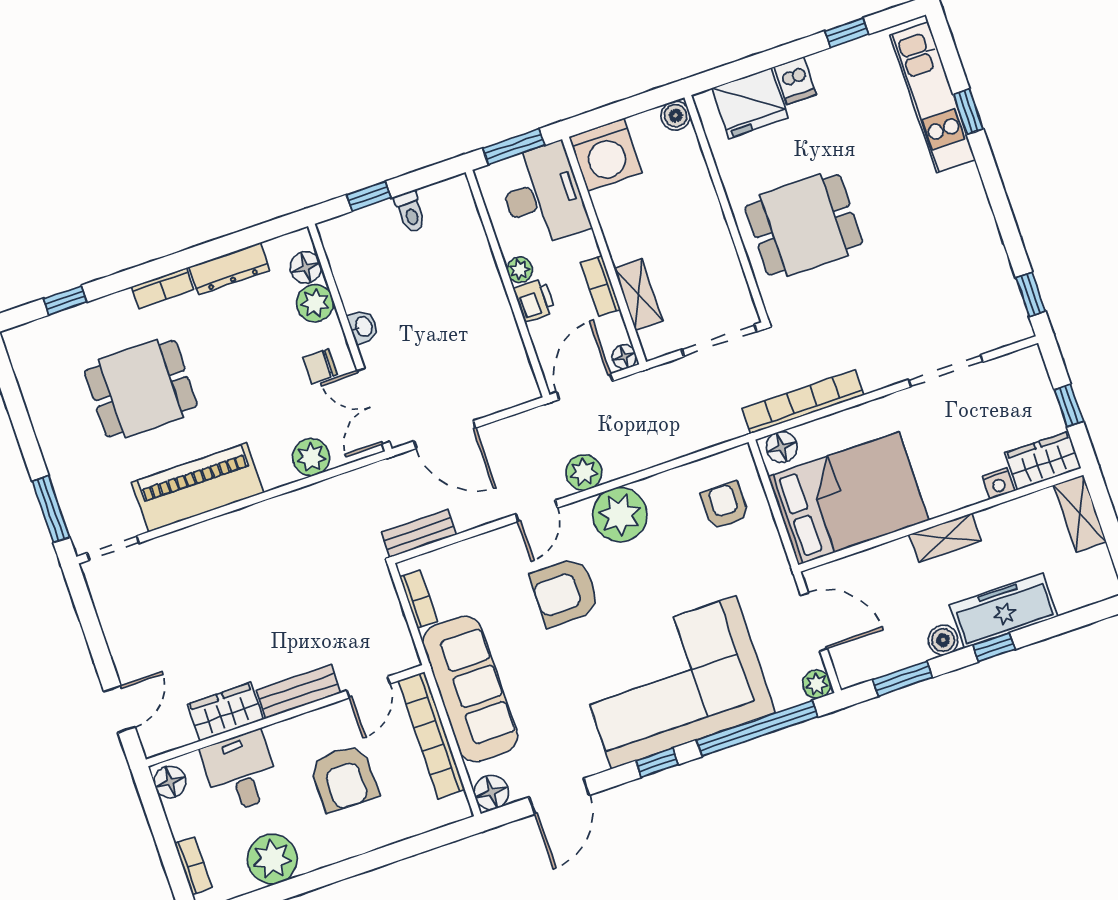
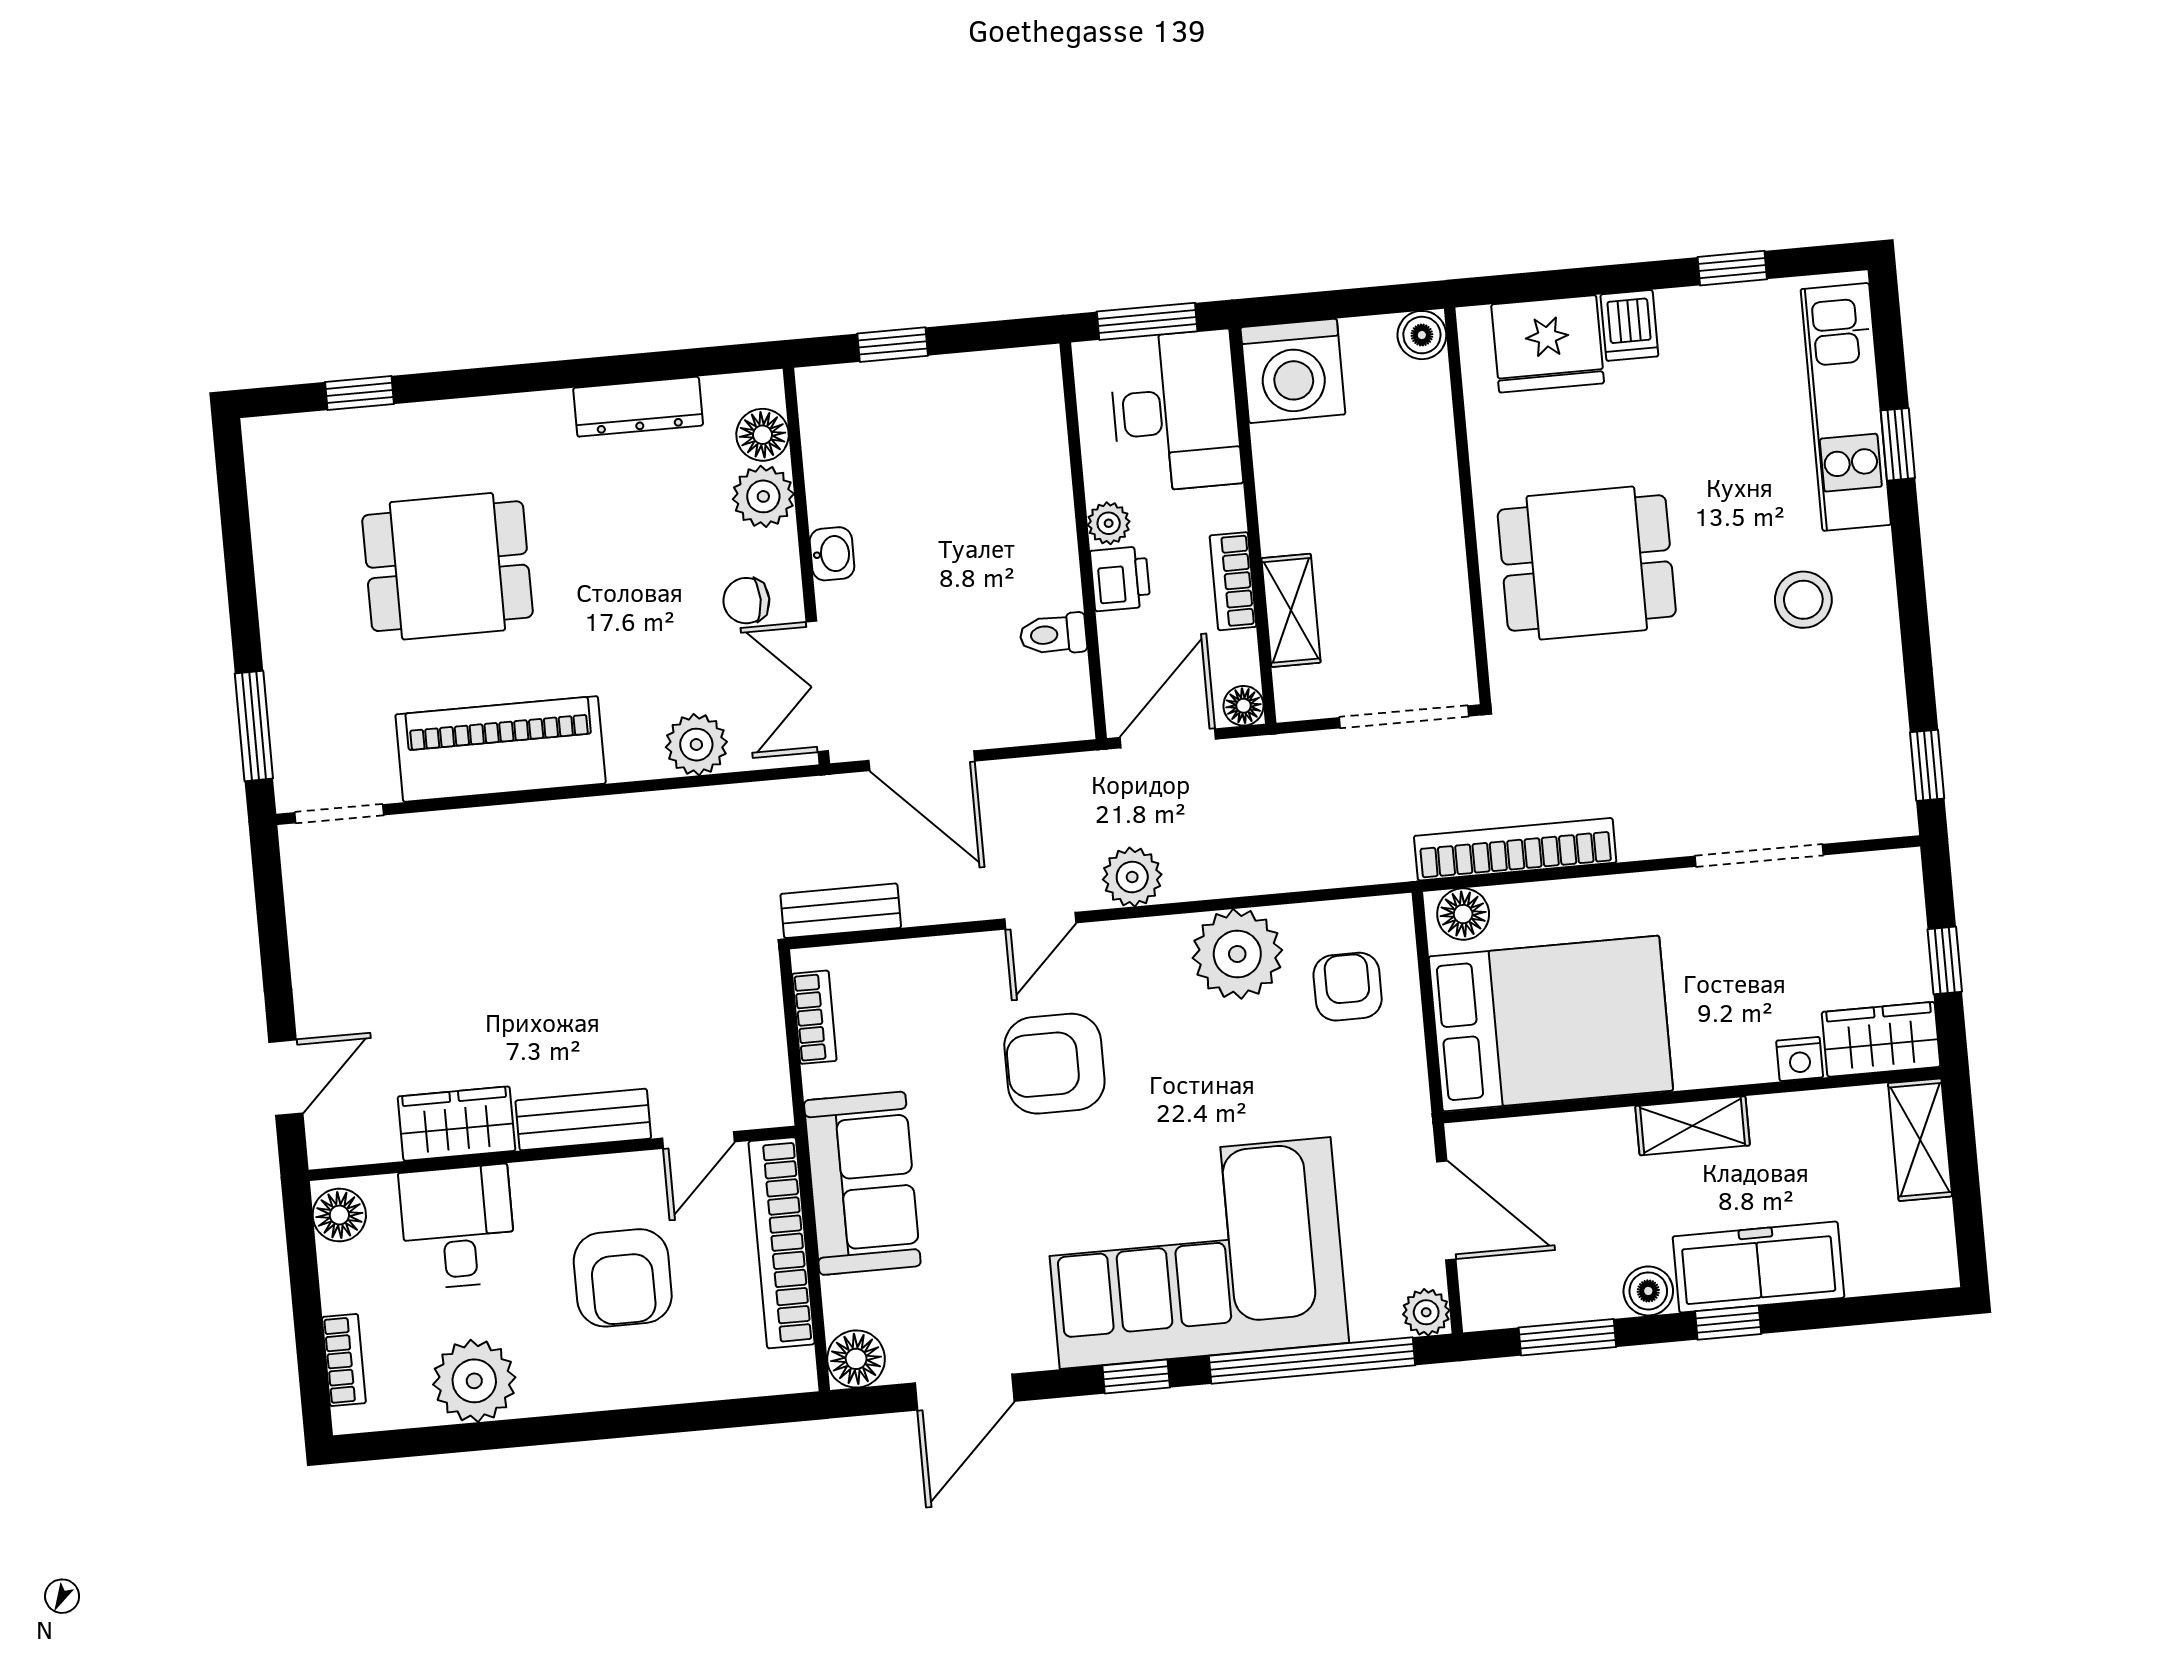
toilet: (410, 212) -> (1053, 634), moved, turned 90
stool: (935, 216) -> (1803, 600), added
bookcase: (162, 288) -> (522, 412), removed
plant: (620, 515) -> (1237, 954), moved
sofa: (470, 689) -> (862, 1183), width x0.73

